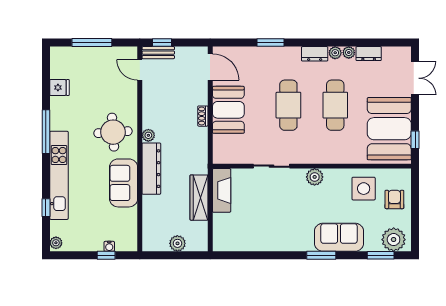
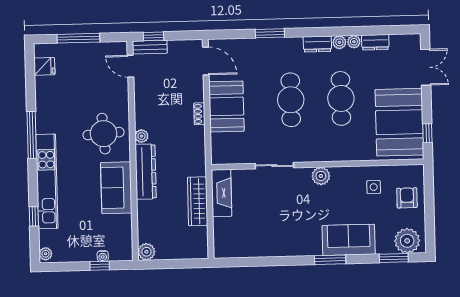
fridge: (59, 87) -> (44, 66), moved
side table: (364, 189) -> (374, 187), width x0.54, depth x0.54
plant: (177, 243) -> (146, 252), moved

